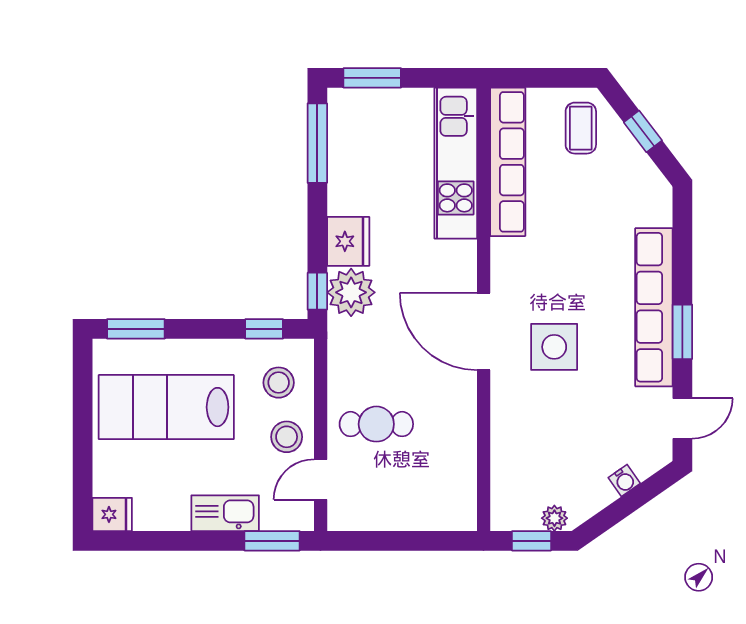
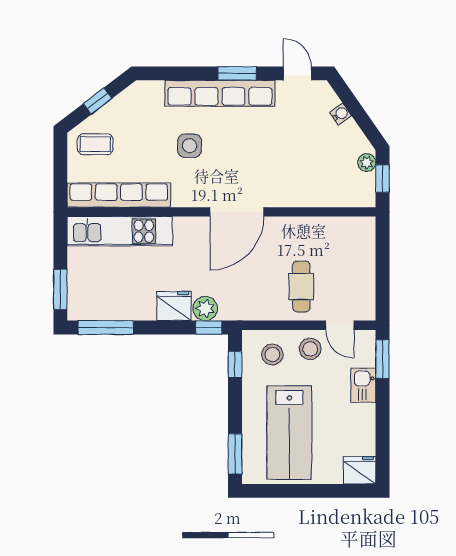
plant: (351, 292) -> (205, 309), width x0.73, depth x0.73
side table: (554, 347) -> (190, 146), moved, width x0.73, depth x0.73
kitchen sink: (225, 513) -> (363, 385), width x0.73
fridge: (112, 514) -> (360, 470), width x1.38

